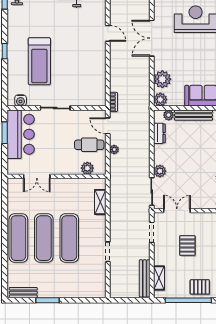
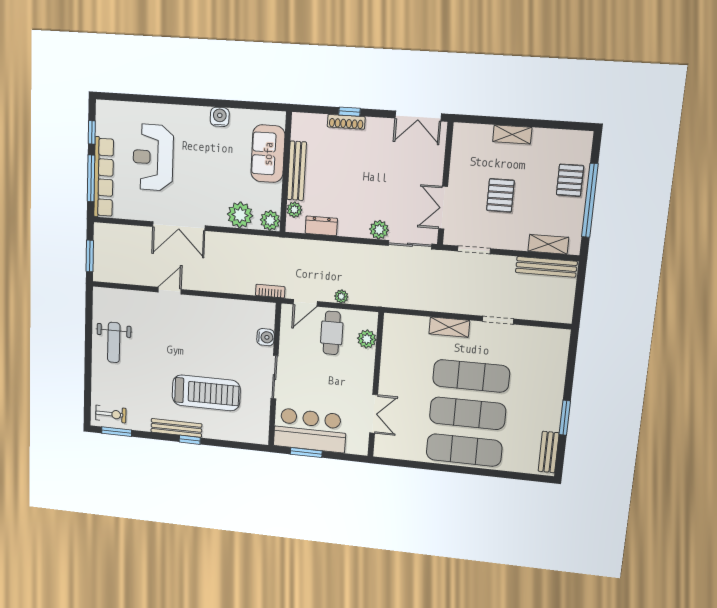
bench: (12, 41) -> (176, 428), added
water cooler: (21, 100) -> (266, 337), moved
shelving: (100, 202) -> (449, 327), moved
pallet: (187, 246) -> (500, 195), turned 90

